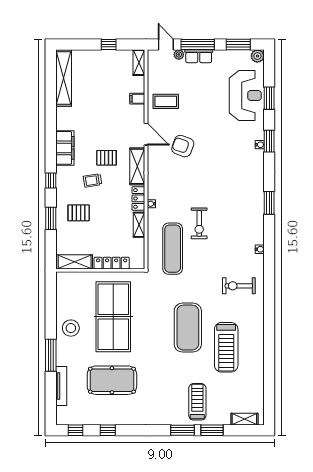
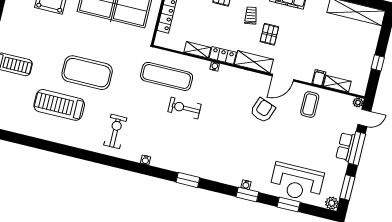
plant: (179, 55) -> (358, 102), moved
shelving: (139, 63) -> (337, 84), moved

